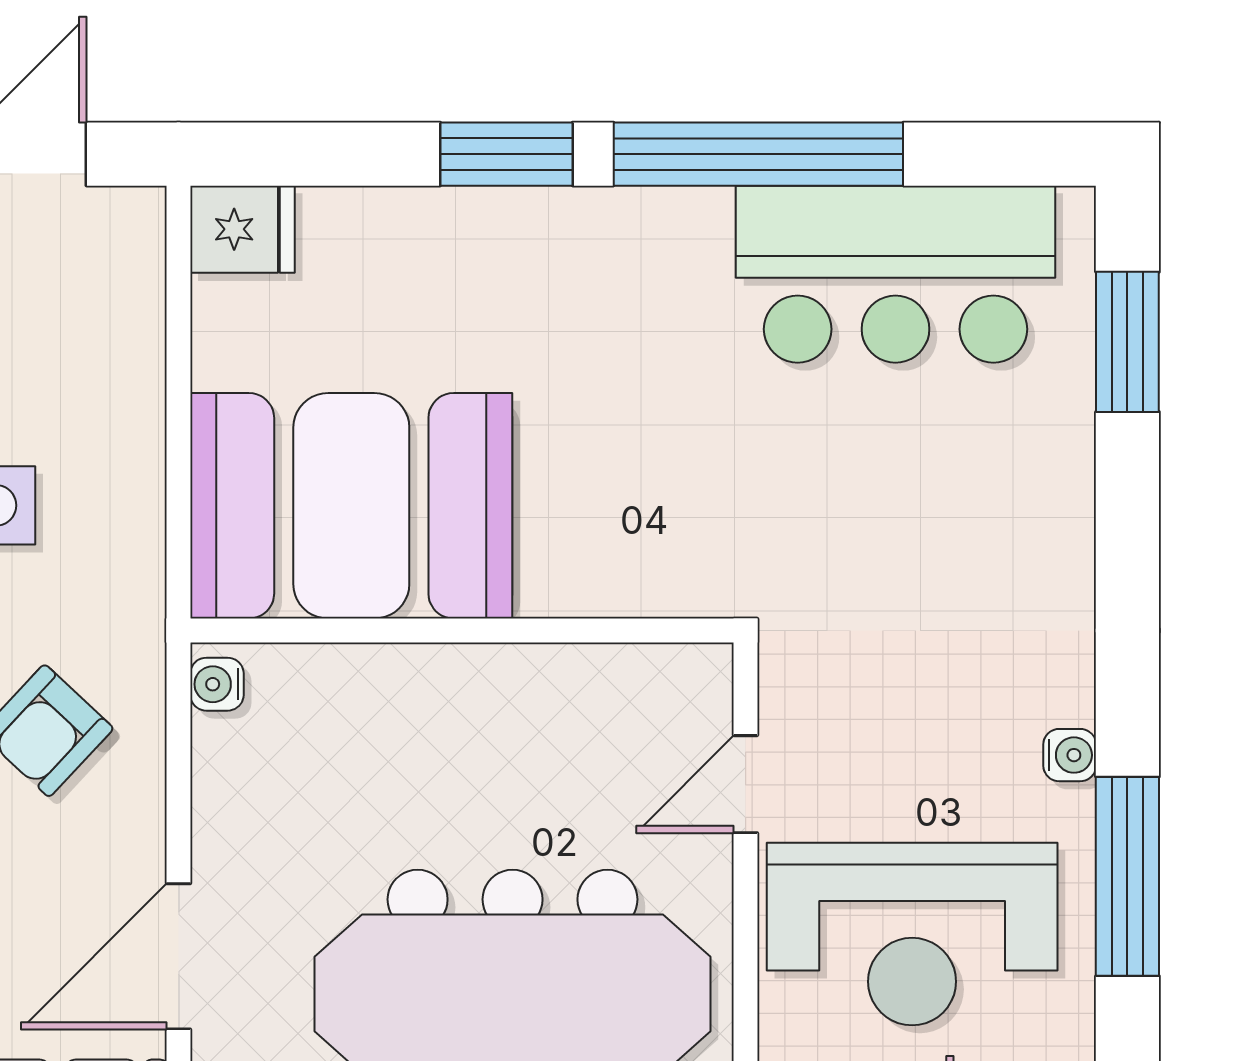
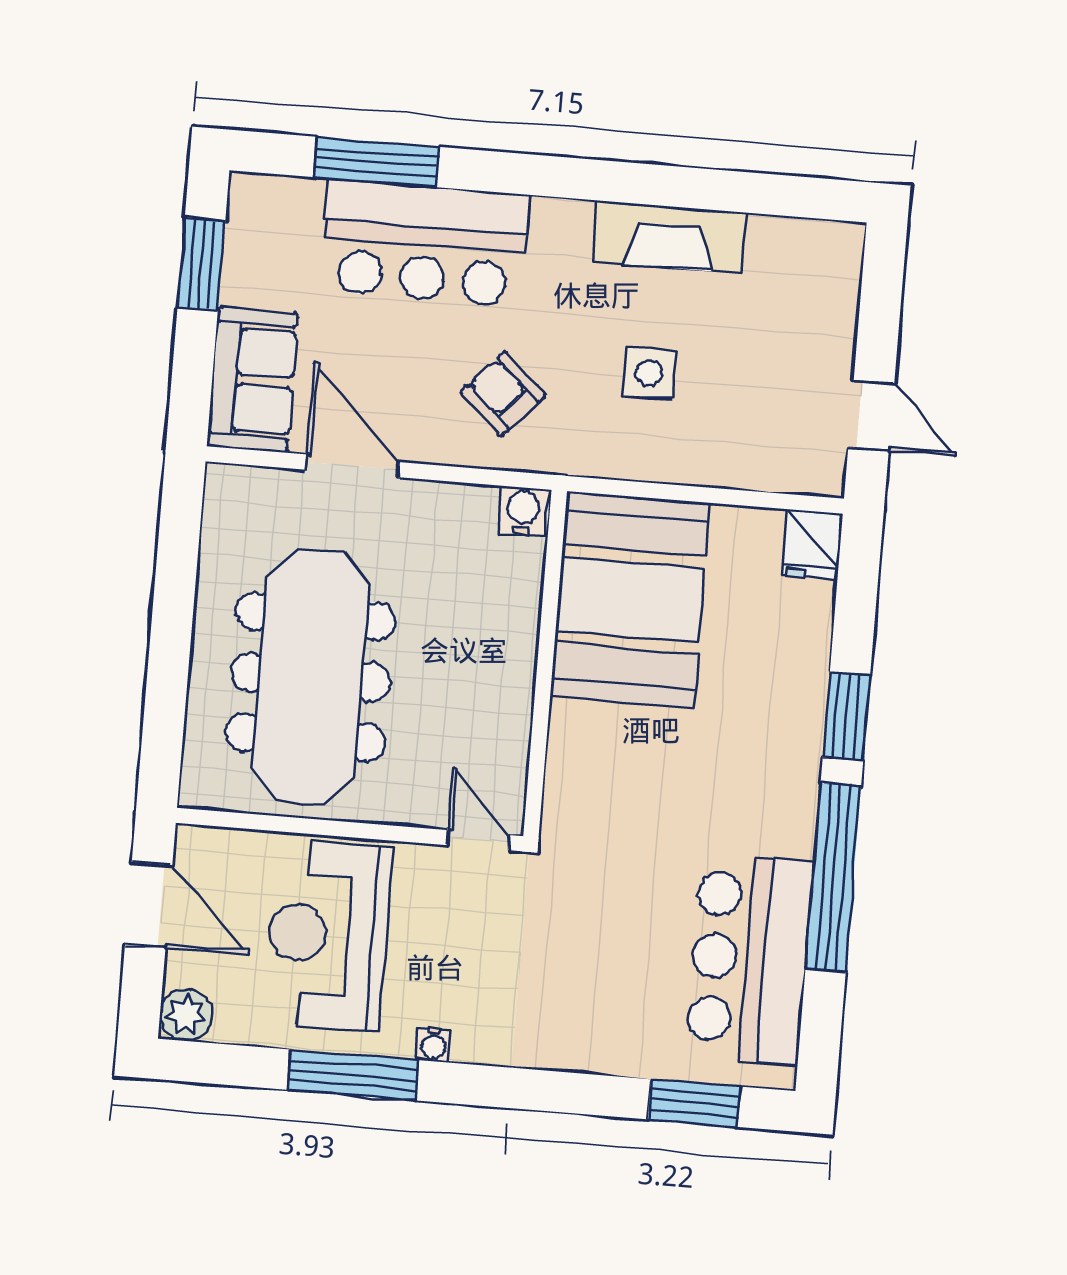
water cooler: (217, 684) -> (523, 511), width x1.38, depth x1.38
door: (746, 784) -> (478, 840), moved

